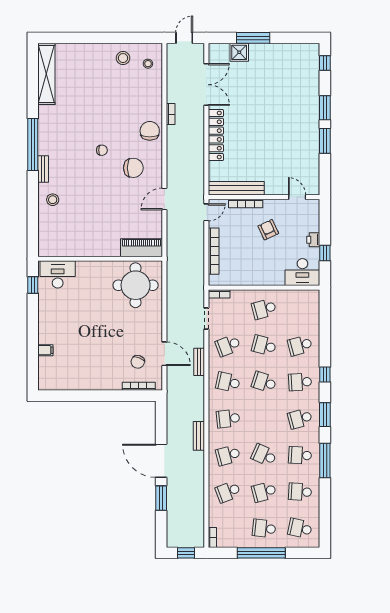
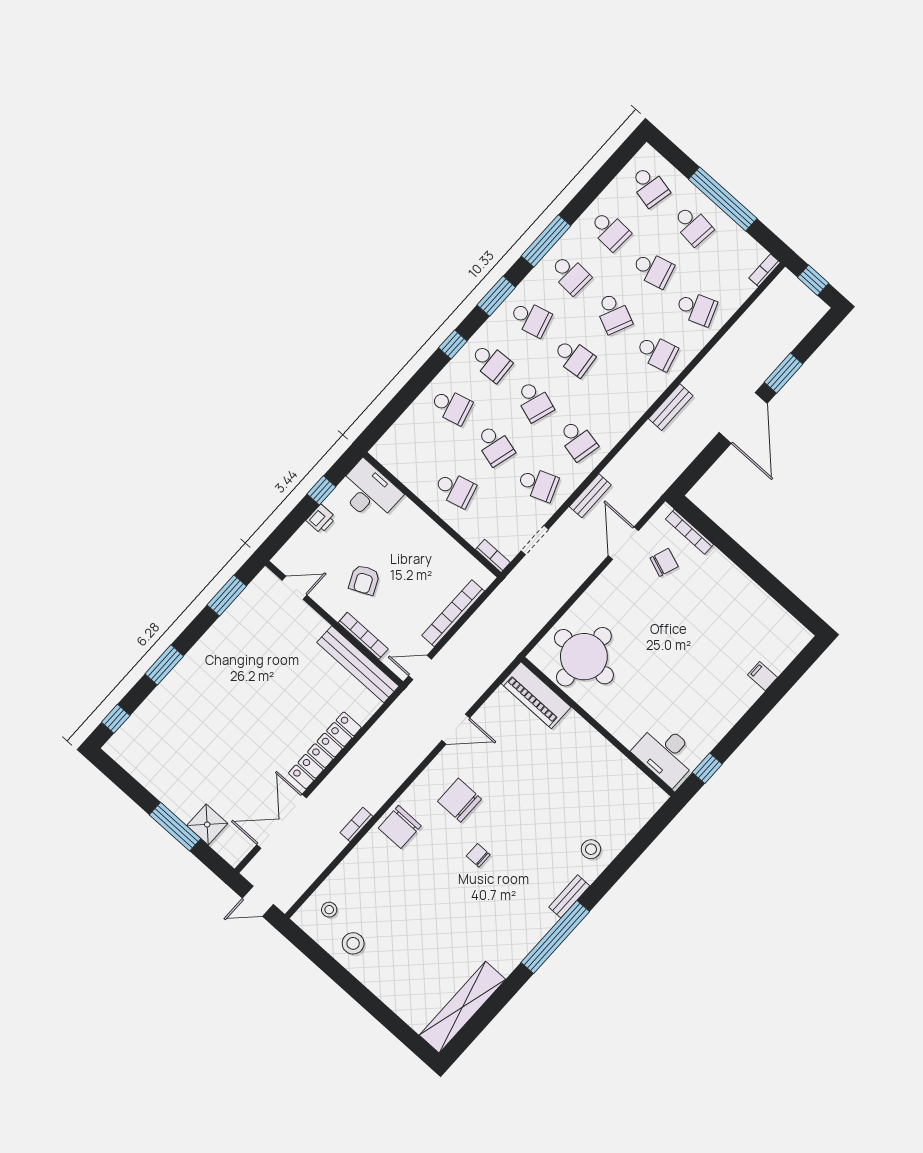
window: (325, 141) -> (227, 596), moved
door: (297, 197) -> (295, 588), swing flipped
school desk: (228, 419) -> (574, 357), moved

